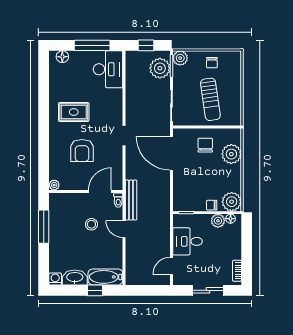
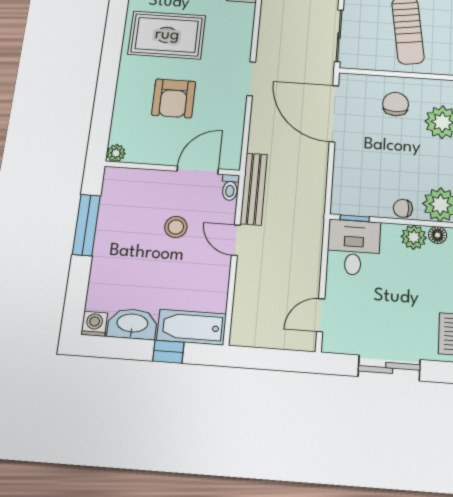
rug: (74, 112) -> (167, 35), width x1.36, depth x1.43
desk: (187, 241) -> (353, 248), moved, turned 90

